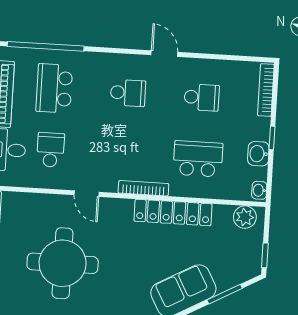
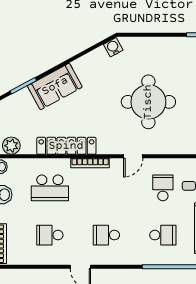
school desk: (54, 88) -> (163, 235), width x0.54
school desk: (51, 150) -> (163, 188), turned 180
door: (87, 194) -> (133, 156), swing flipped

